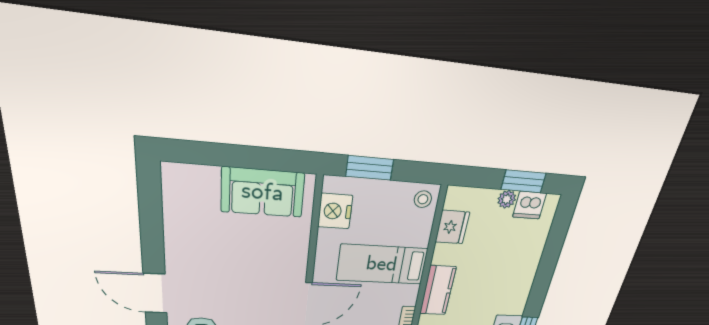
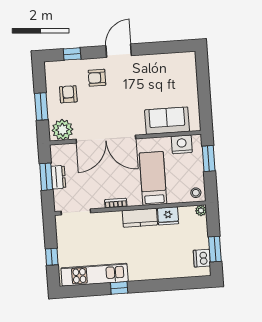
sofa: (263, 192) -> (167, 121), moved, turned 90
plant: (507, 199) -> (201, 210), moved
fridge: (452, 227) -> (168, 216), moved

